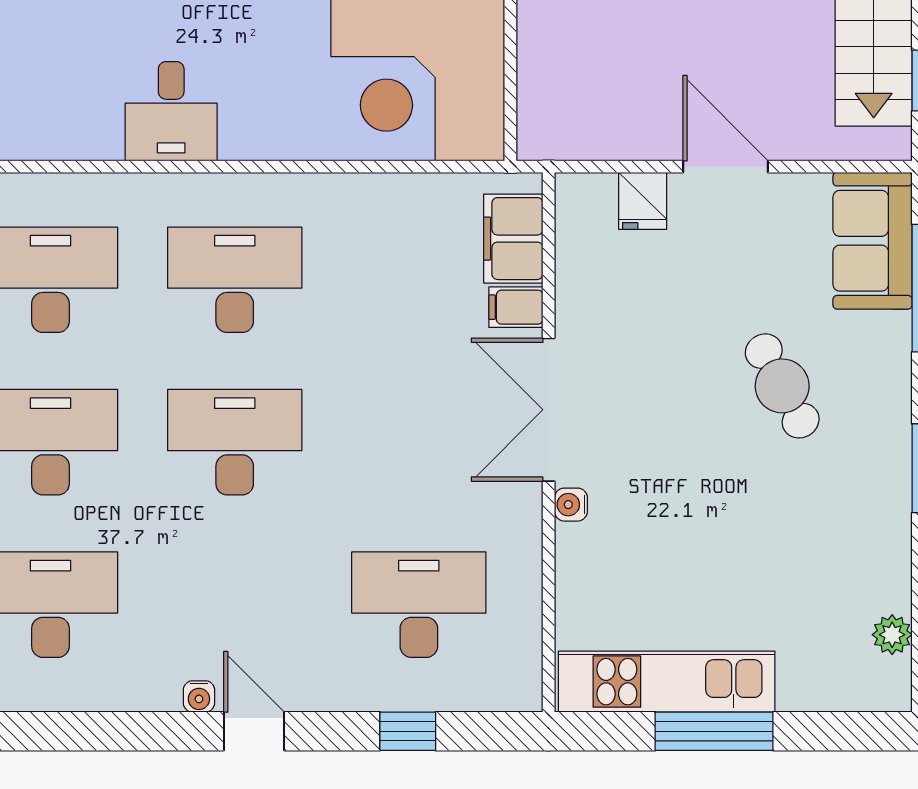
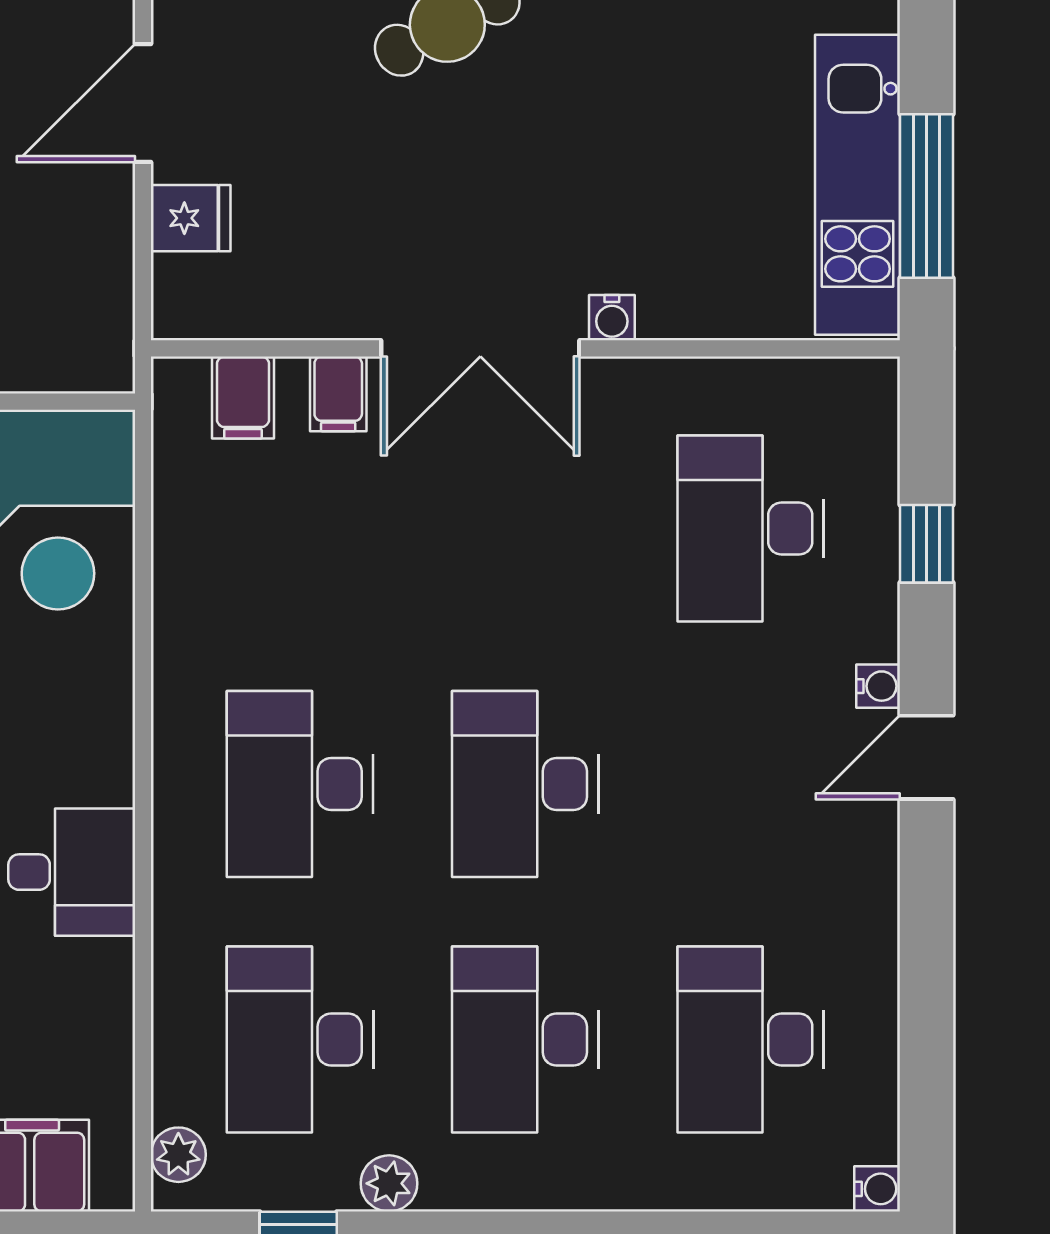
filing cabinet: (513, 239) -> (243, 398), width x0.50
water cooler: (199, 696) -> (878, 686), moved
window: (714, 731) -> (926, 196), moved

